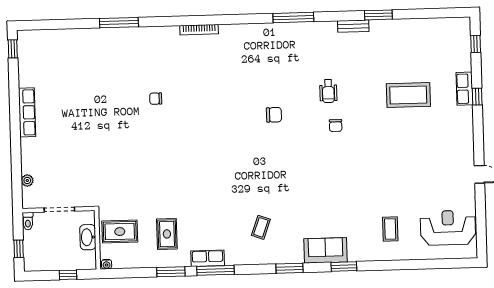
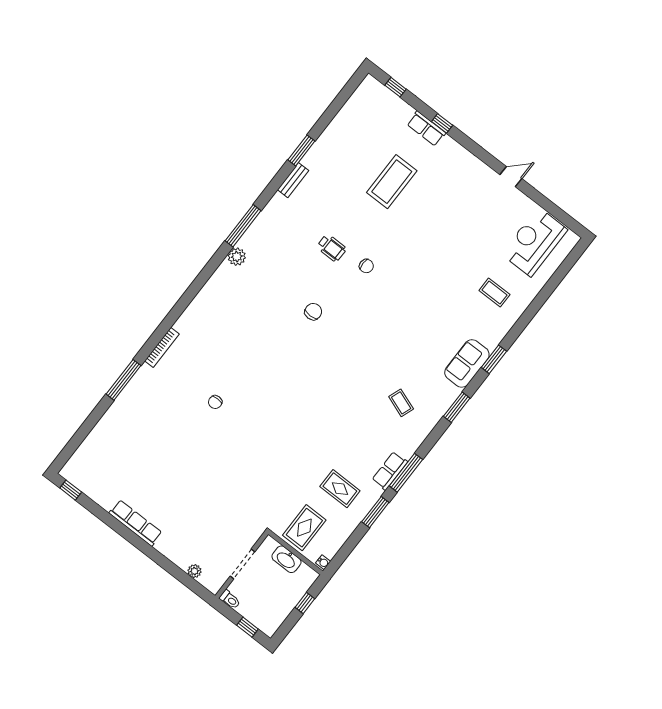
bookcase: (199, 30) -> (162, 347), moved
plant: (268, 31) -> (237, 257), added

